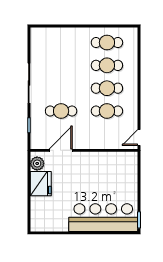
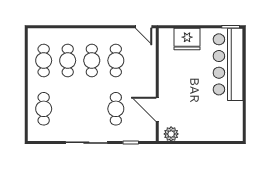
cafe table: (61, 43) -> (44, 109), added
fridge: (41, 184) -> (187, 39), moved, turned 180

